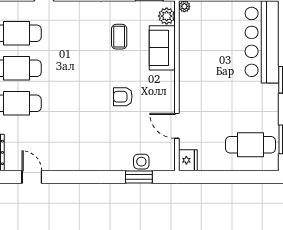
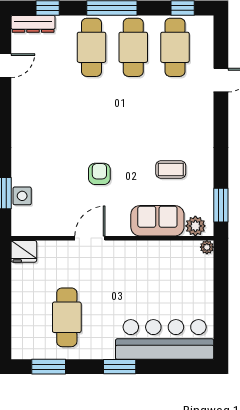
door: (177, 126) -> (90, 238), moved
cafe table: (251, 145) -> (67, 317), moved

